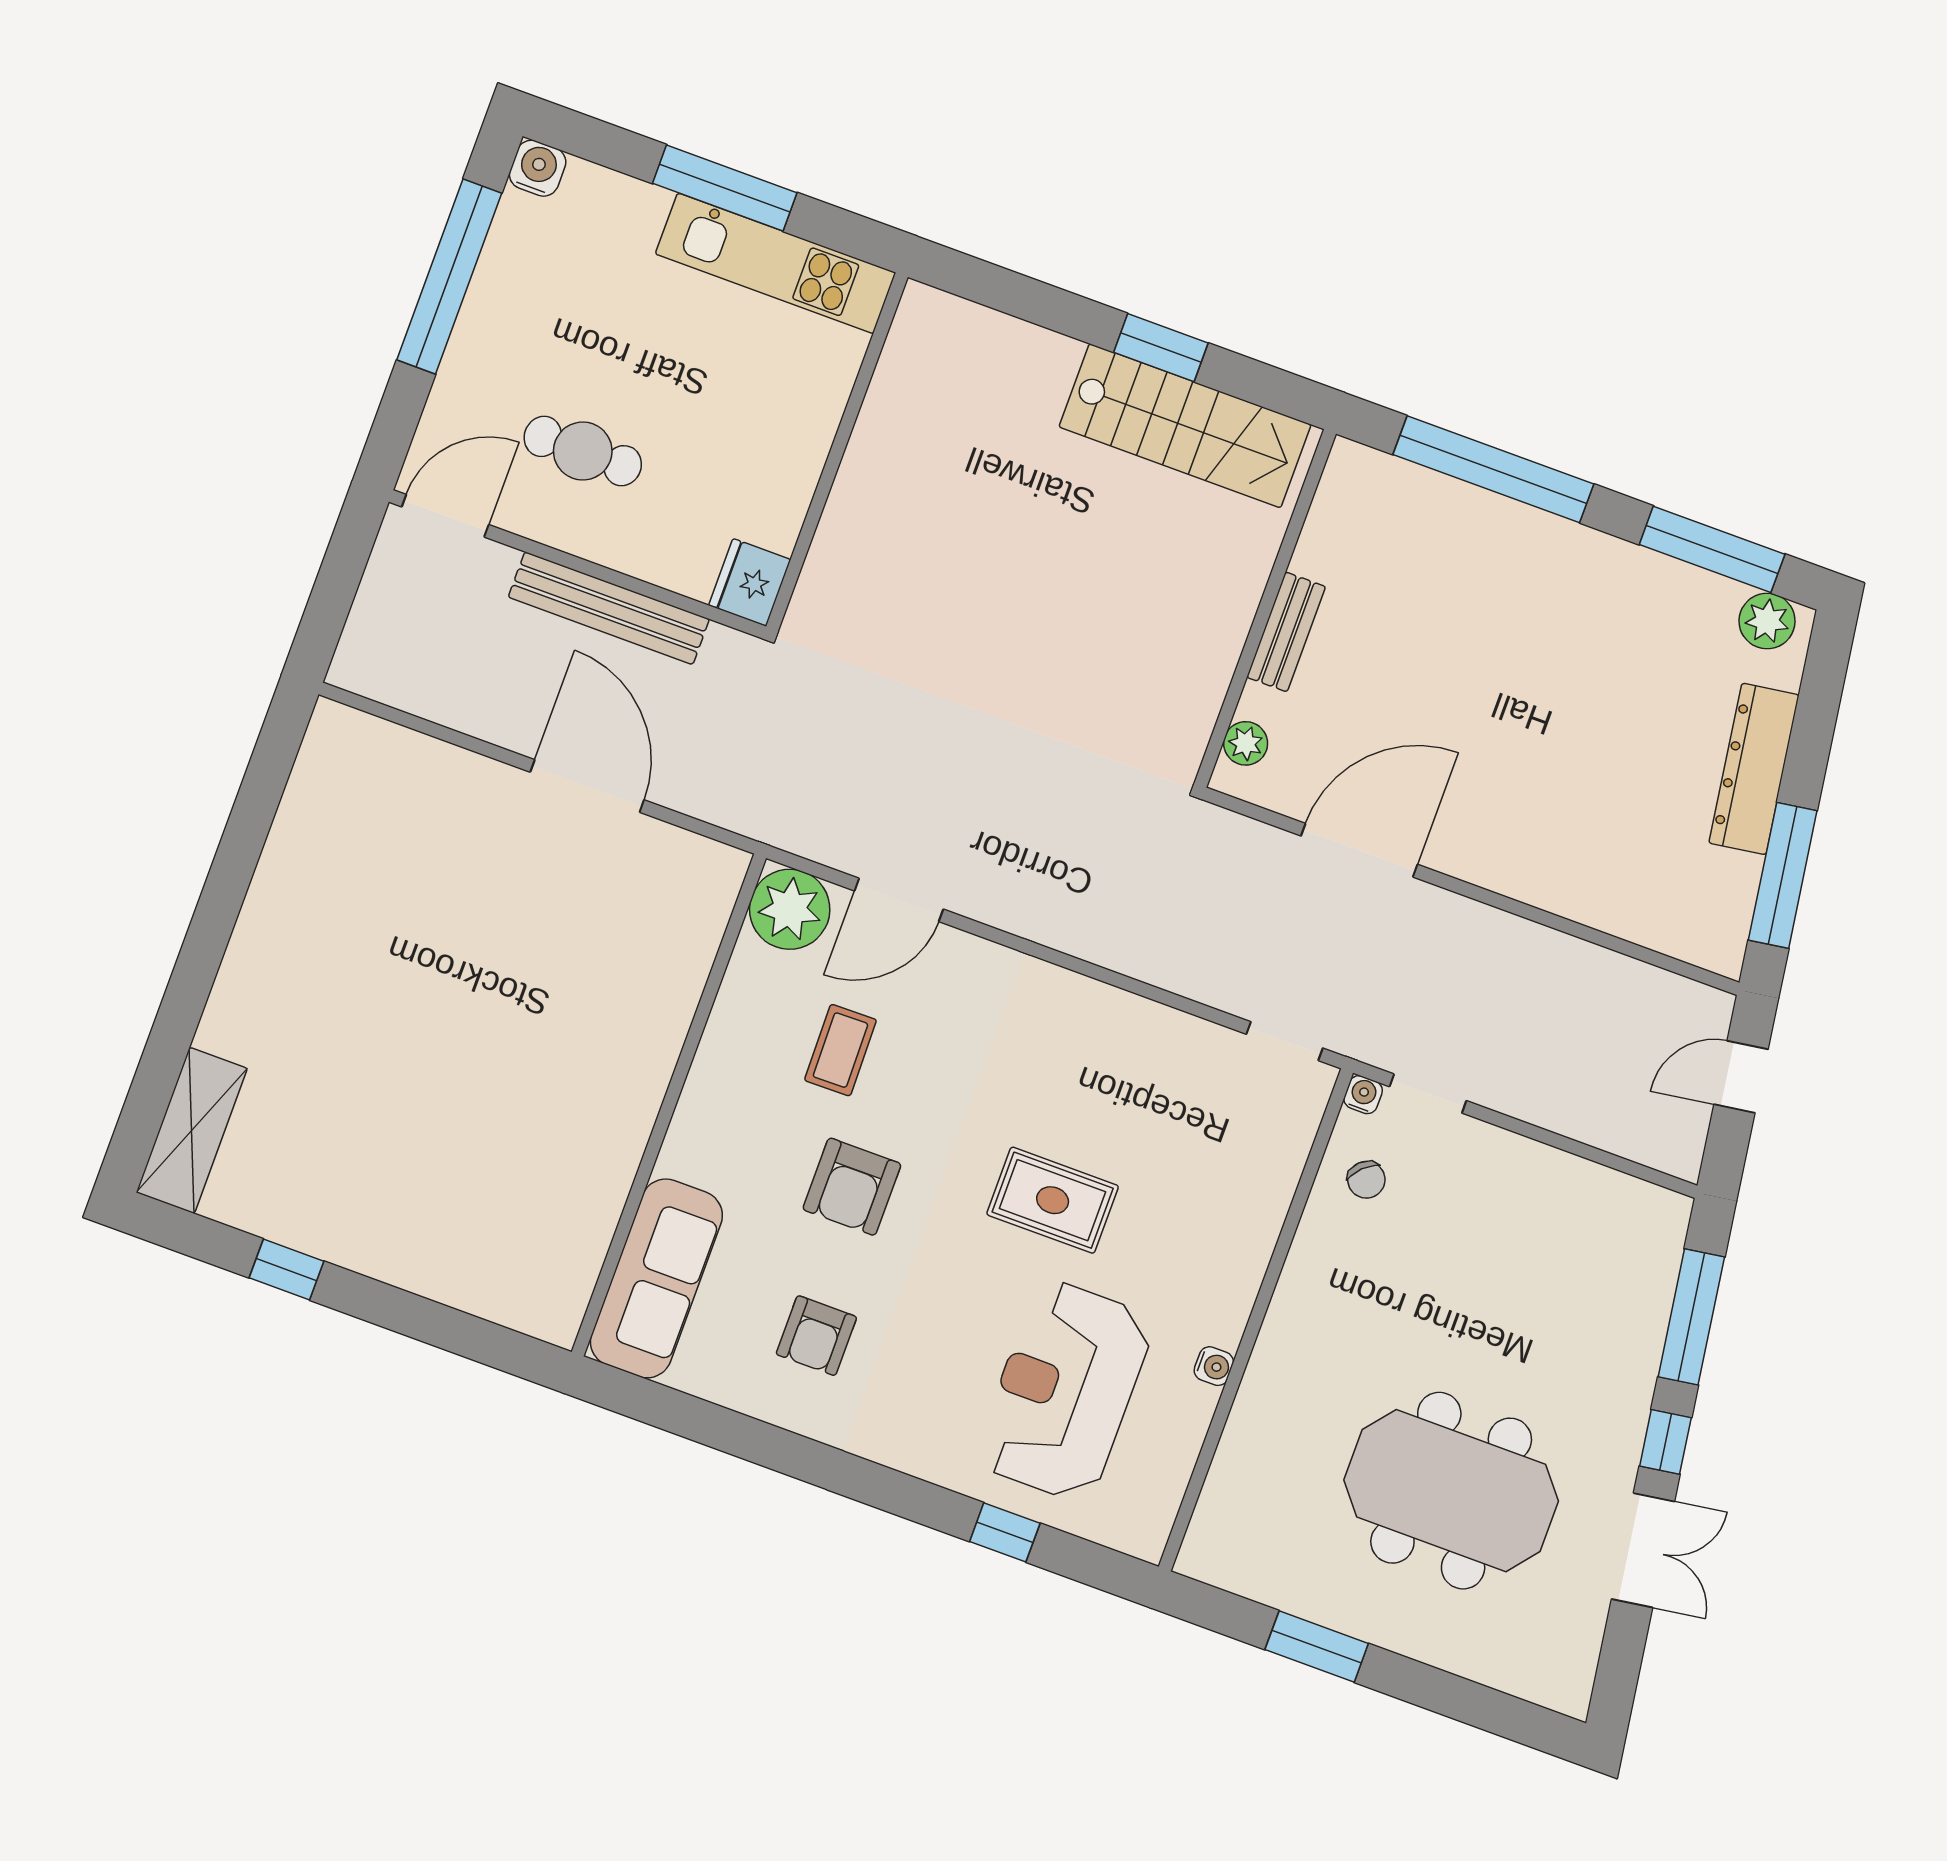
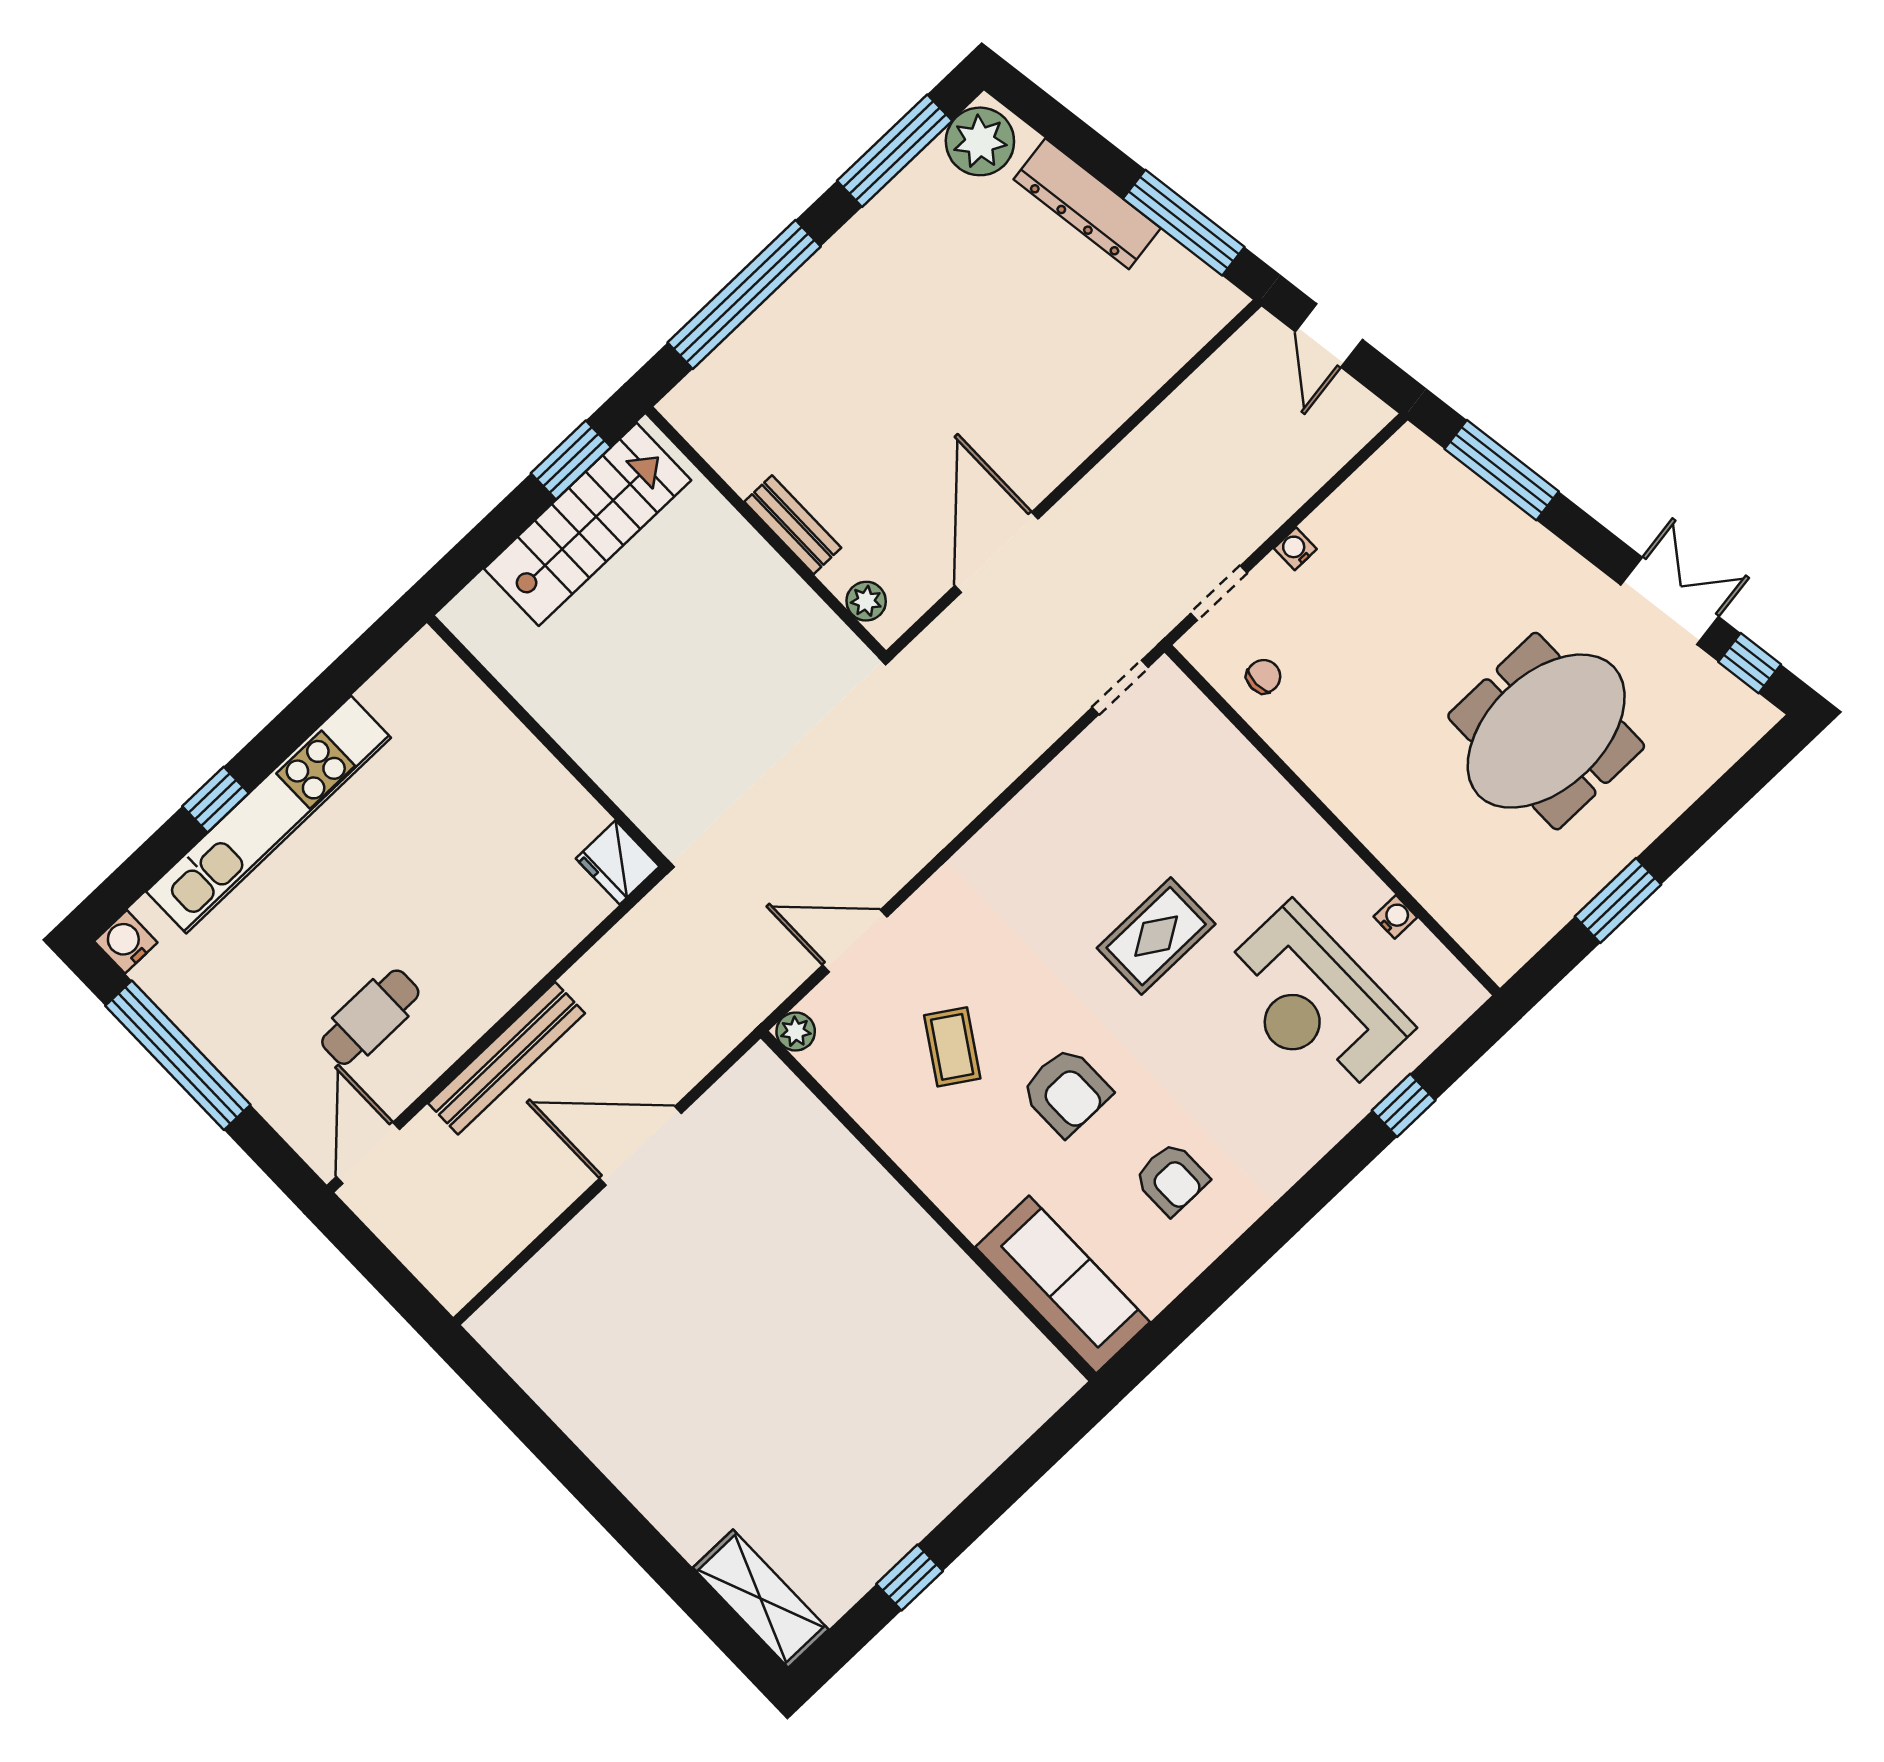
window: (725, 188) -> (216, 800), width x0.46
kitchen unit: (776, 263) -> (269, 815), width x1.36
window: (1161, 348) -> (571, 460), moved
wall: (837, 452) -> (547, 741), moved
fridge: (750, 582) -> (618, 862), moved
plant: (1767, 621) -> (980, 141), width x1.36, depth x1.36
door: (899, 900) -> (855, 941), swing flipped
plant: (790, 909) -> (796, 1031), width x0.53, depth x0.53
coffee table: (840, 1050) -> (952, 1047), turned 34
water cooler: (1363, 1095) -> (1295, 549), moved
chair: (1366, 1180) -> (1263, 676), turned -46
water cooler: (1214, 1366) -> (1395, 917), moved
window: (1665, 1442) -> (1750, 663), moved

